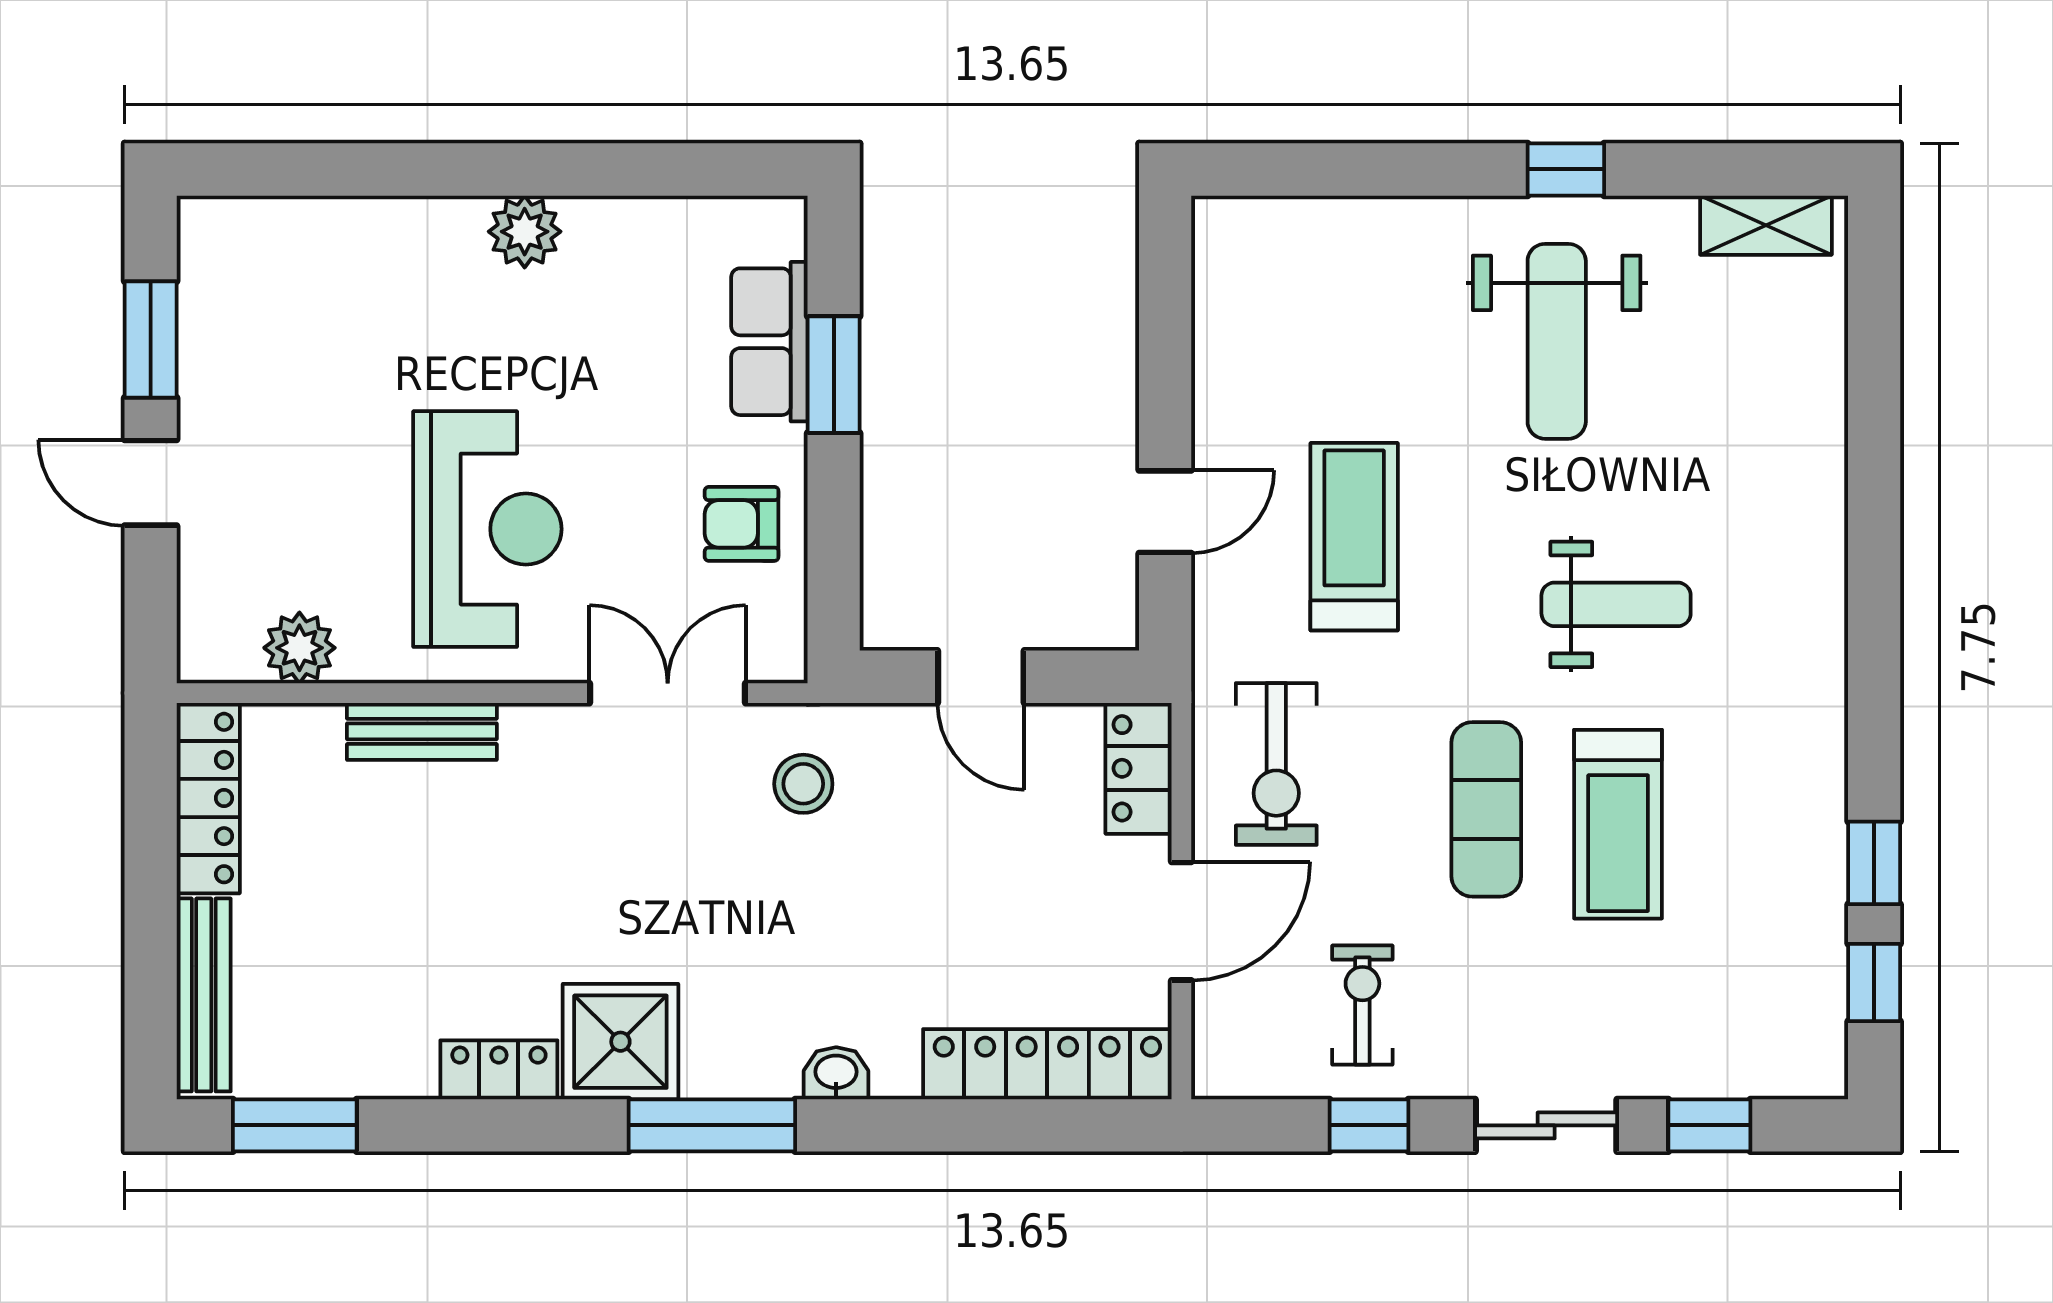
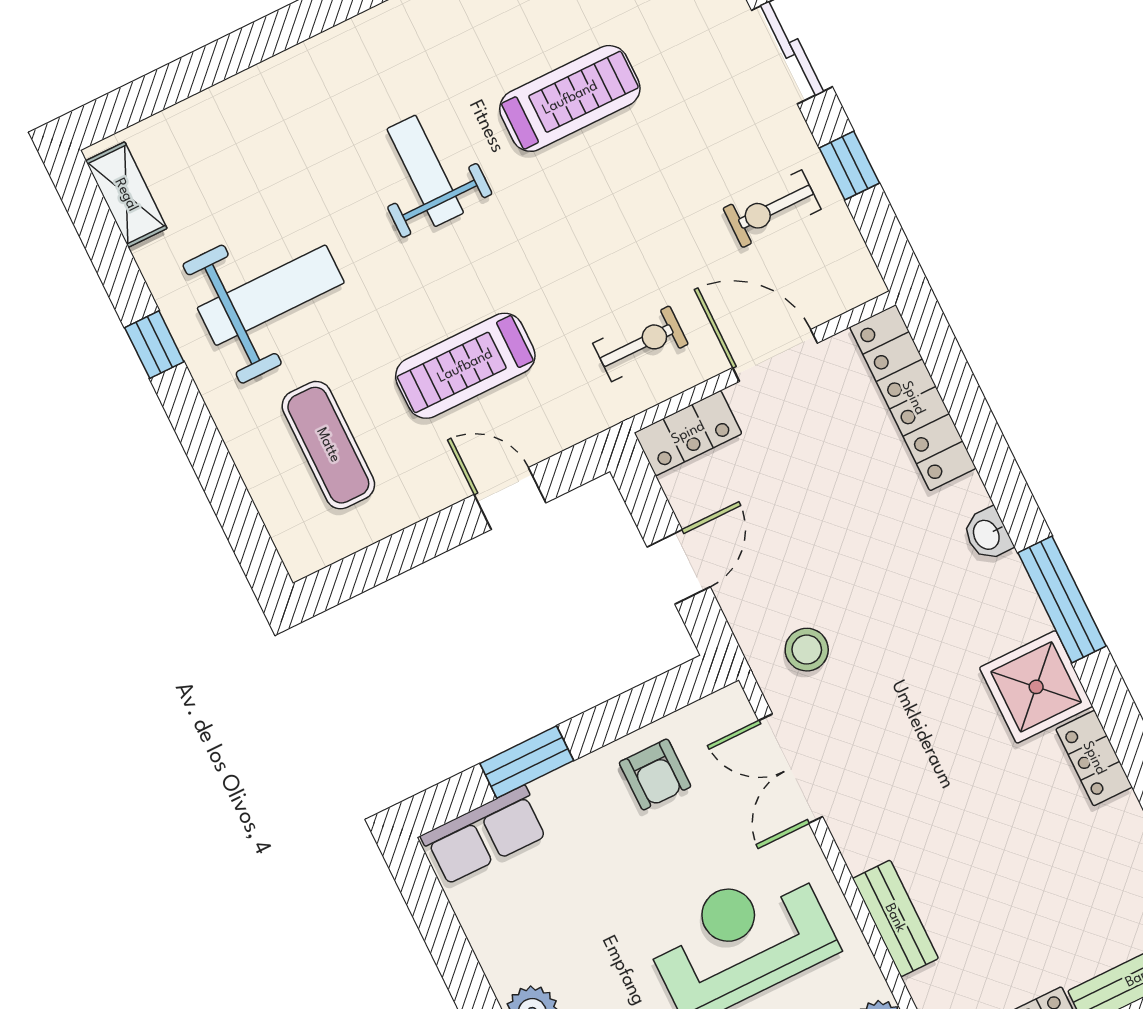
row of seats: (769, 342) -> (485, 835), moved
exercise bike: (1276, 764) -> (641, 344), width x0.73, depth x0.72
exercise mat: (1486, 809) -> (328, 445), moved, turned 90

